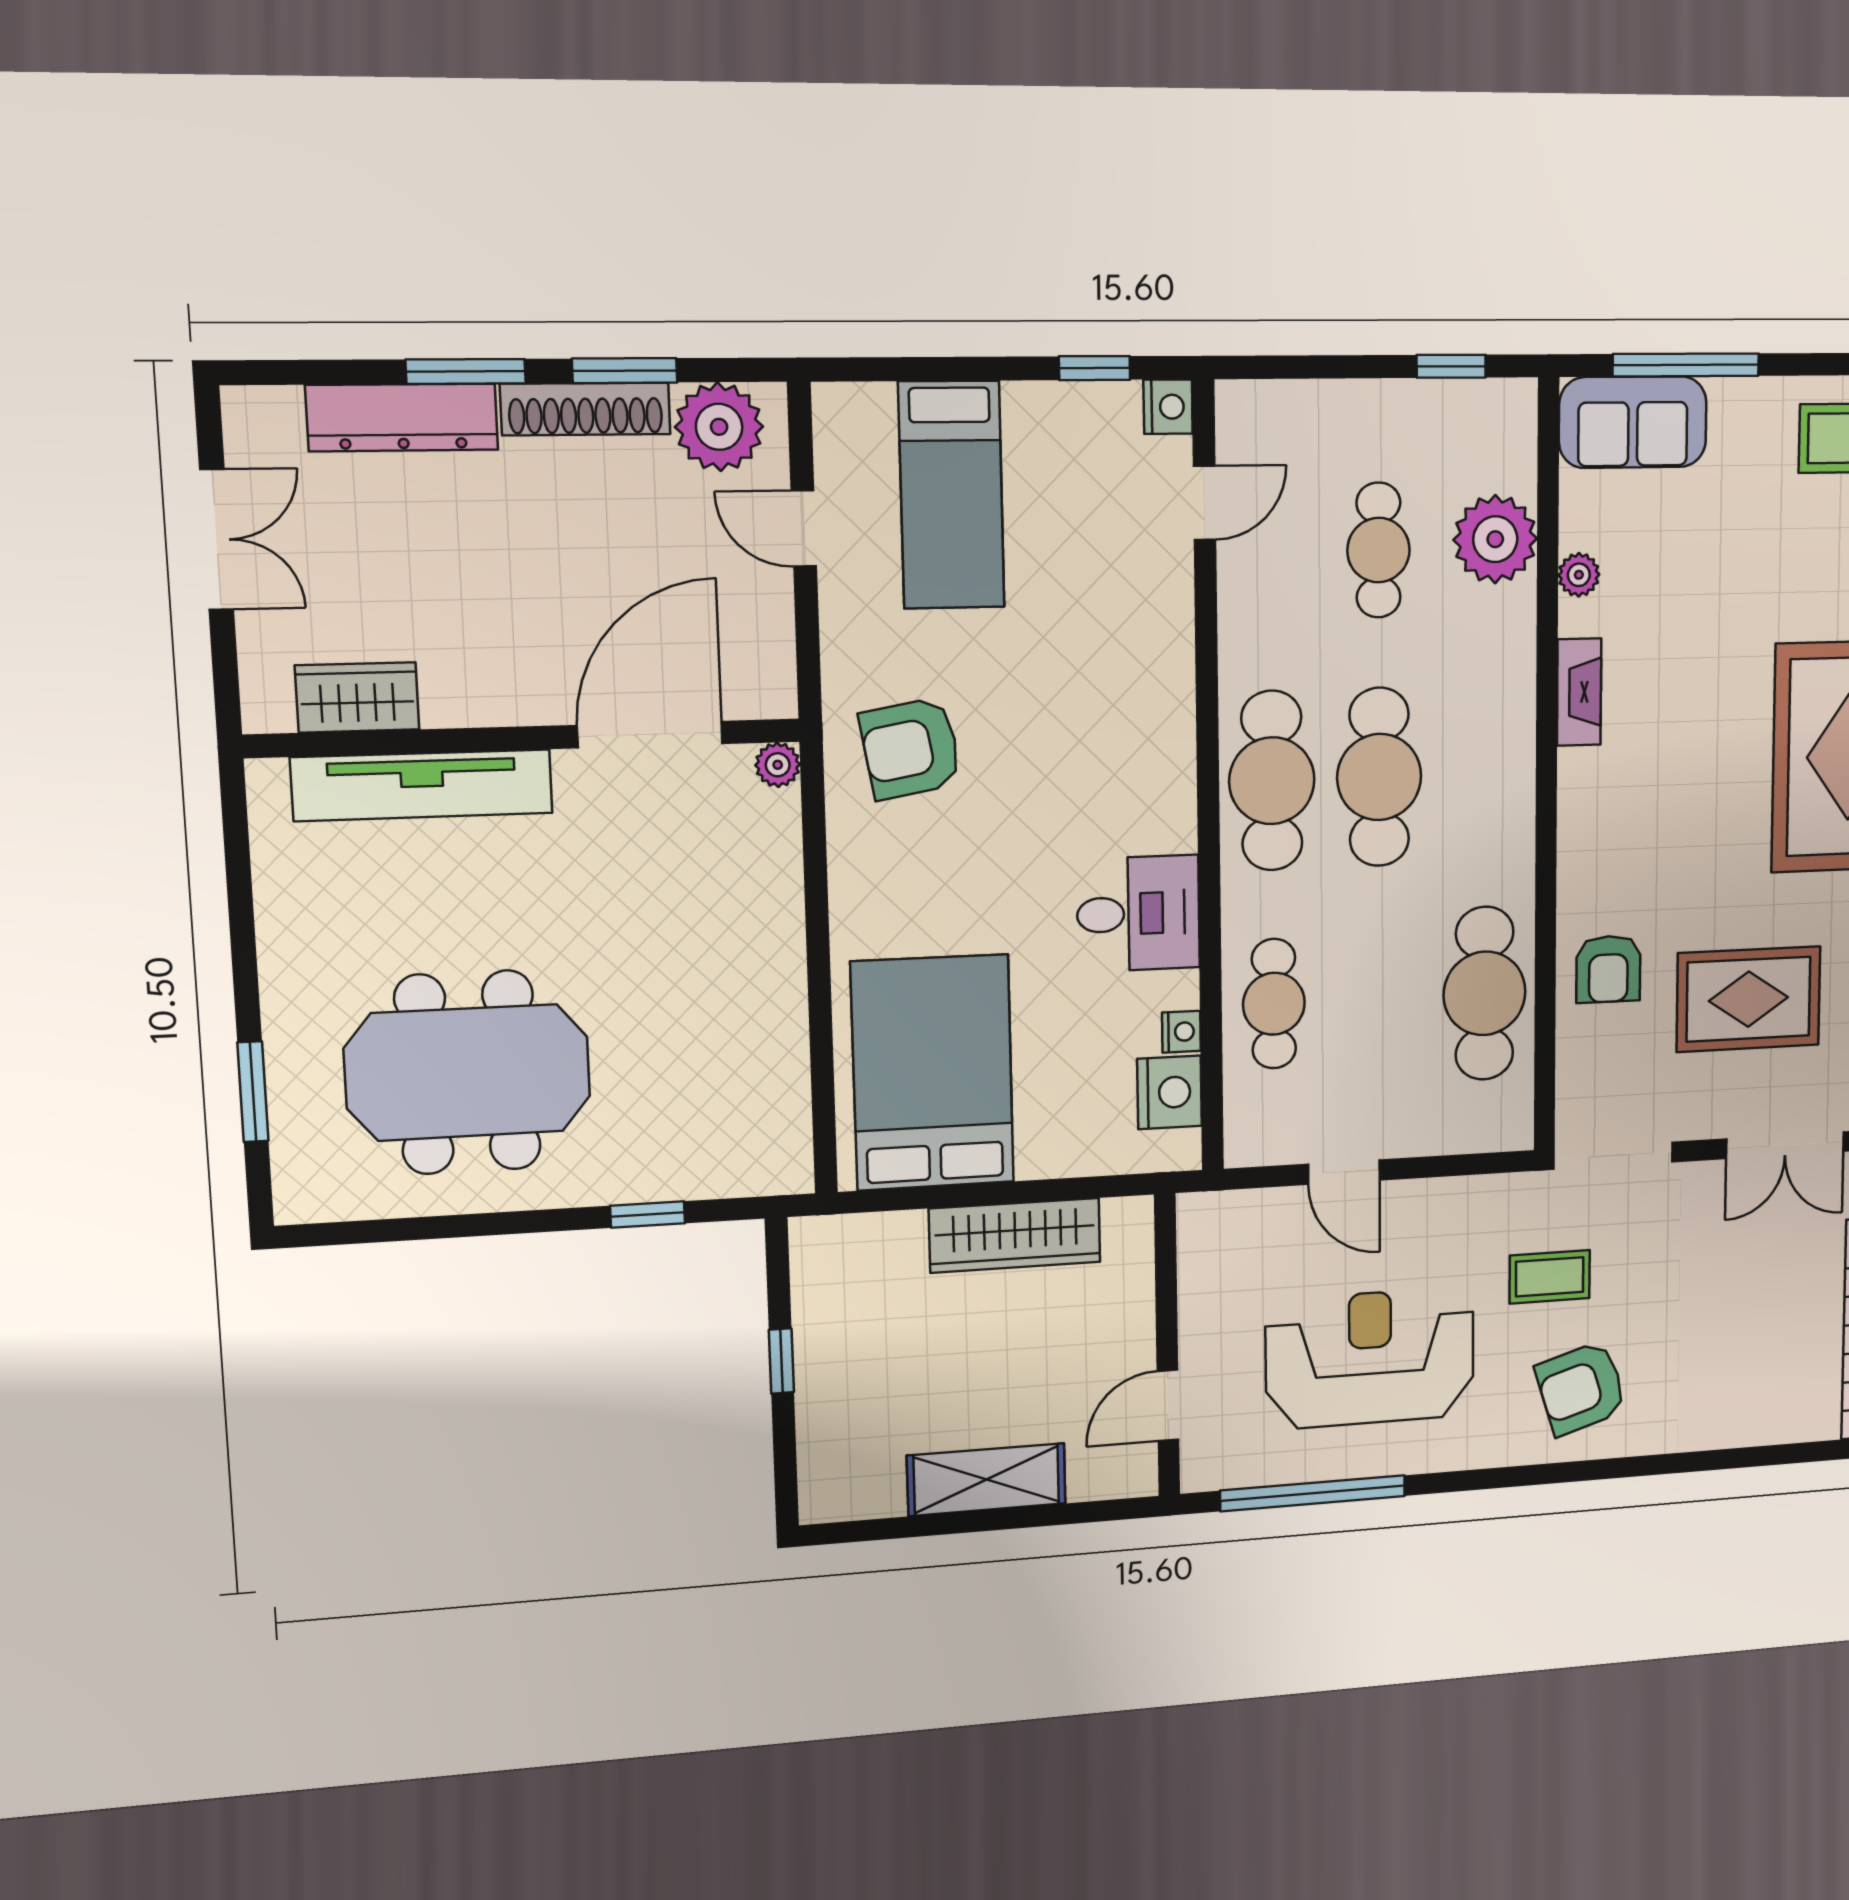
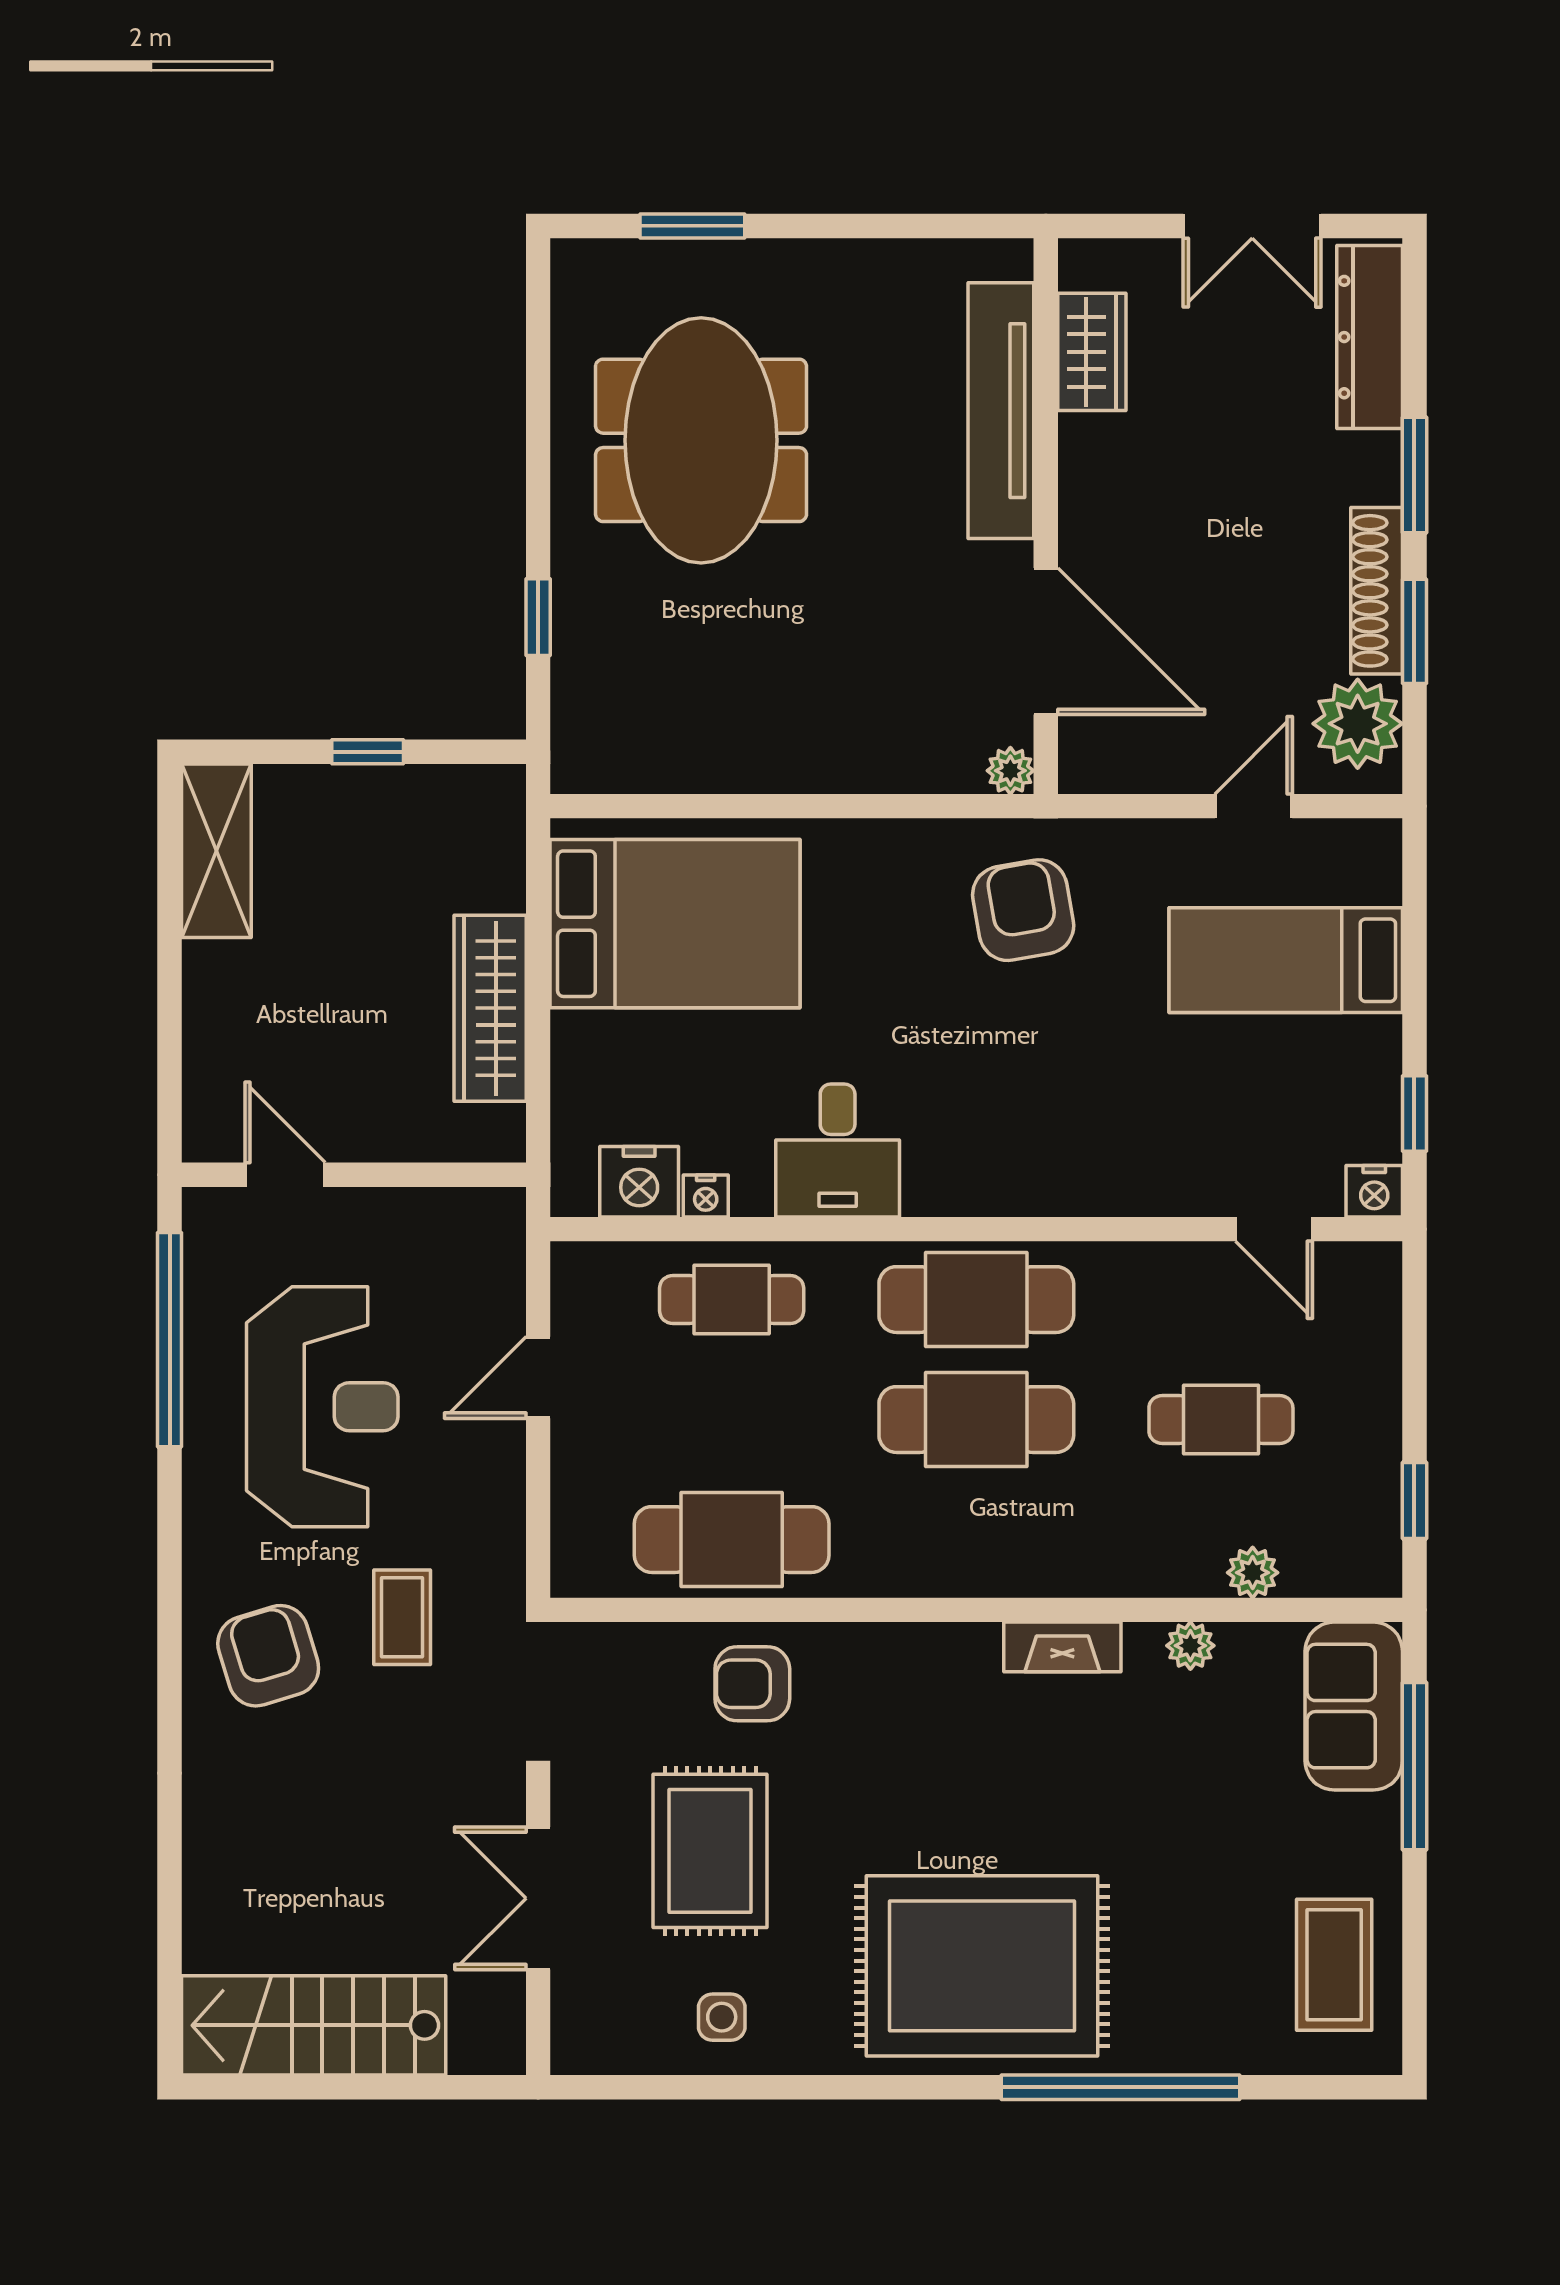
dresser: (402, 418) -> (1370, 337), moved
plant: (1495, 539) -> (1253, 1573), width x0.53, depth x0.53
shelving: (987, 1480) -> (216, 851), moved

